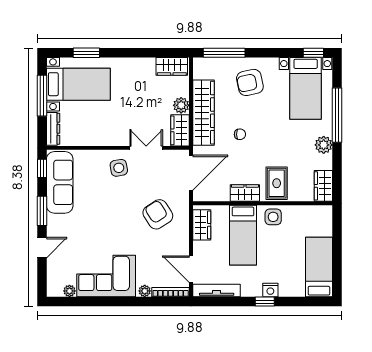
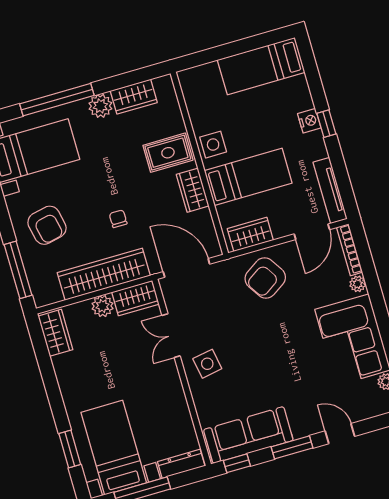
wardrobe: (323, 186) -> (134, 97), moved
armchair: (158, 214) -> (265, 278), moved

